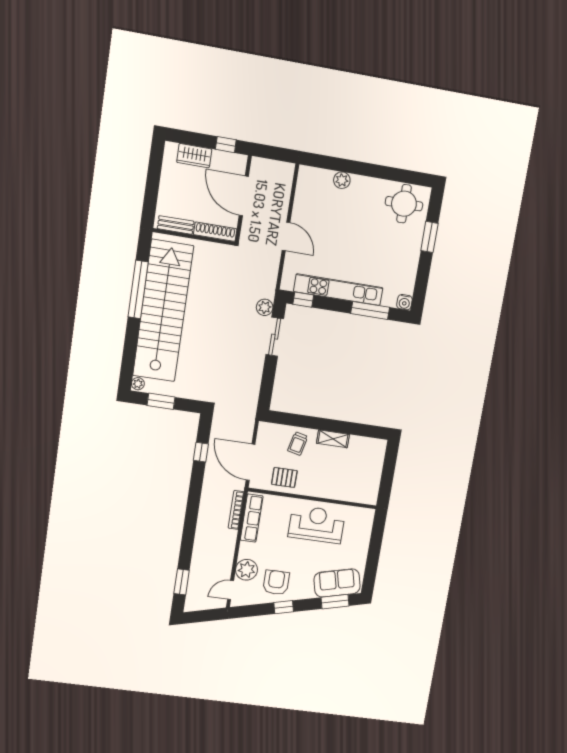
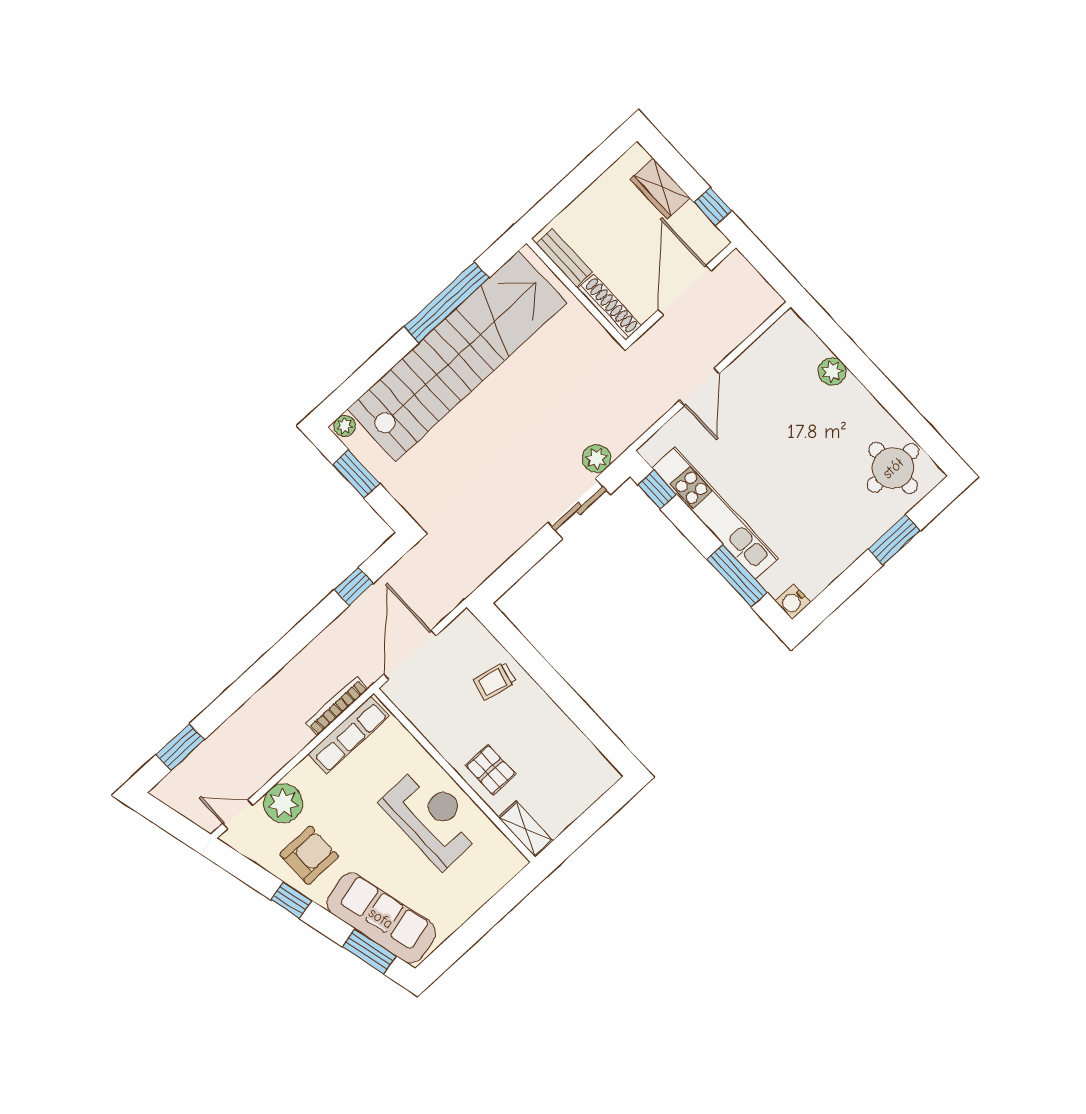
shelving: (333, 439) -> (526, 829), moved
pallet: (284, 477) -> (491, 770), moved
sofa: (337, 583) -> (381, 918), width x1.36

